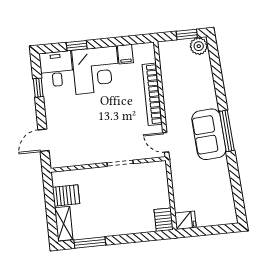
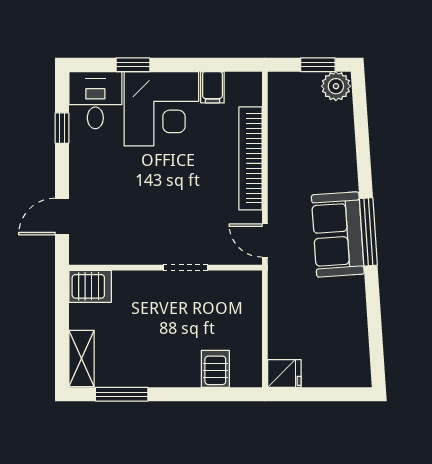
server rack: (66, 195) -> (90, 286), moved
server rack: (164, 220) -> (215, 369), moved

